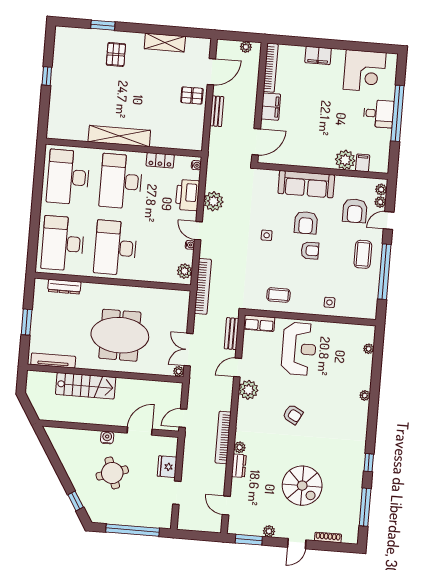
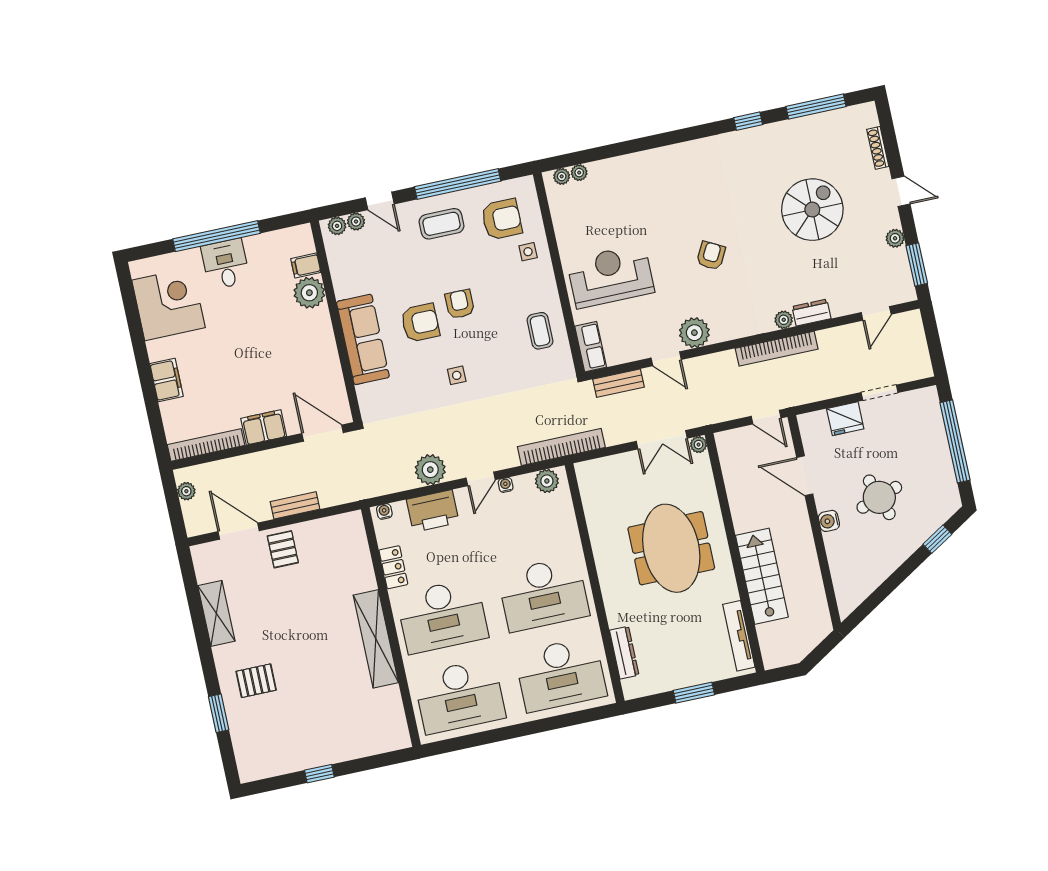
armchair: (355, 211) -> (502, 219), moved
plant: (365, 395) -> (562, 176), moved

